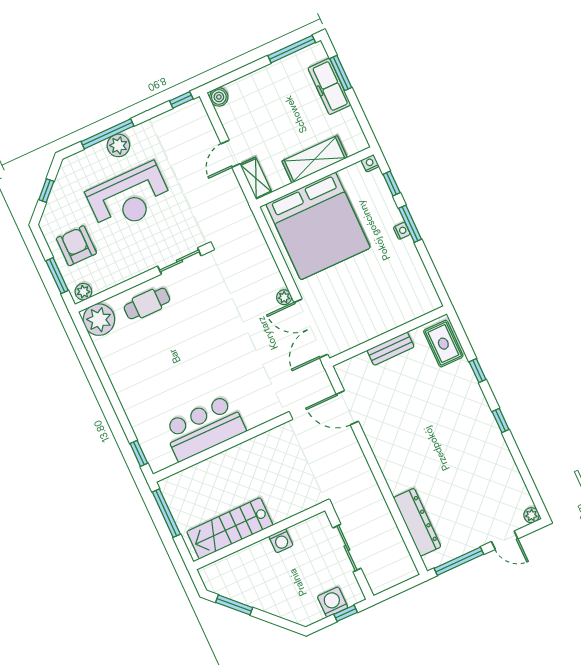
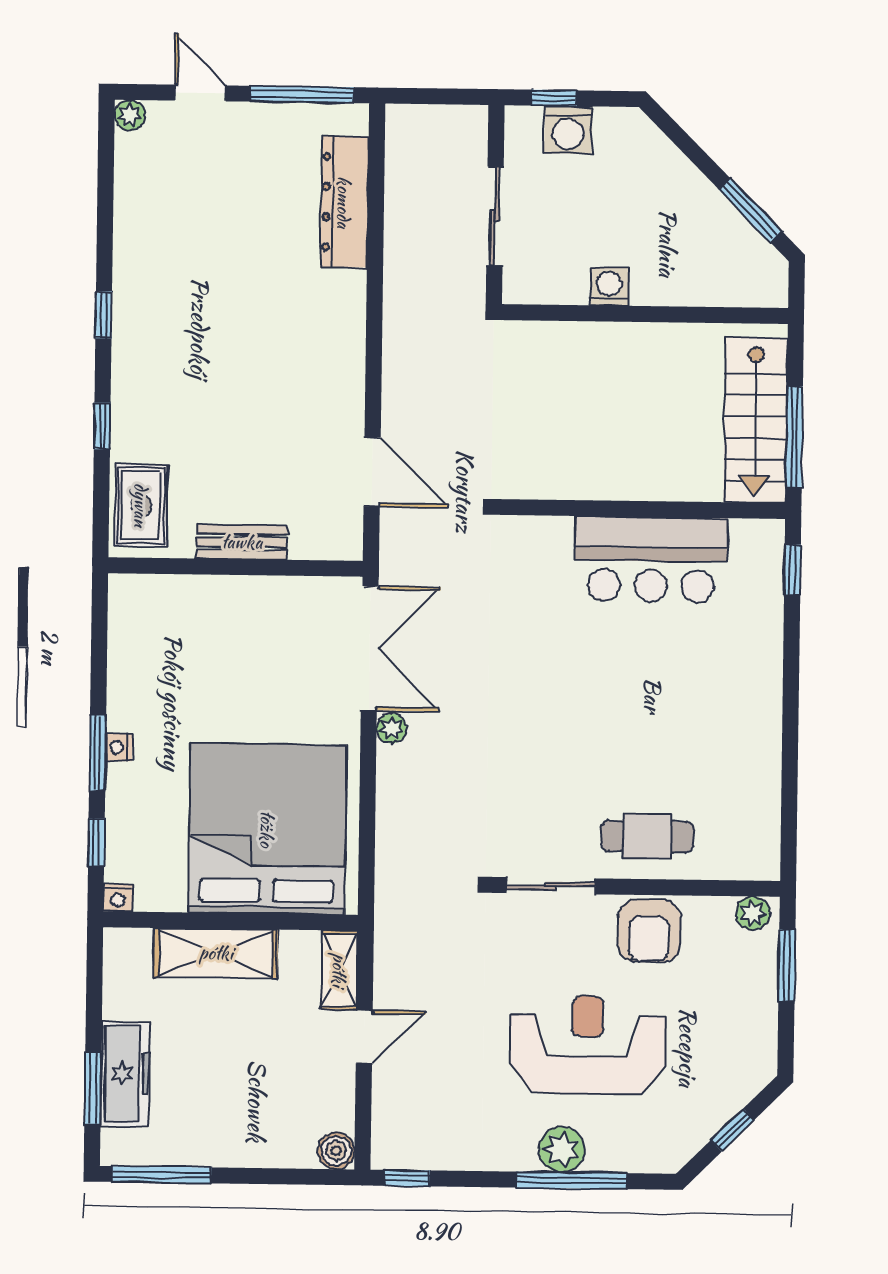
armchair: (76, 246) -> (649, 931), moved
plant: (99, 320) -> (749, 849), removed
stairs: (230, 528) -> (755, 420), moved, turned 90

